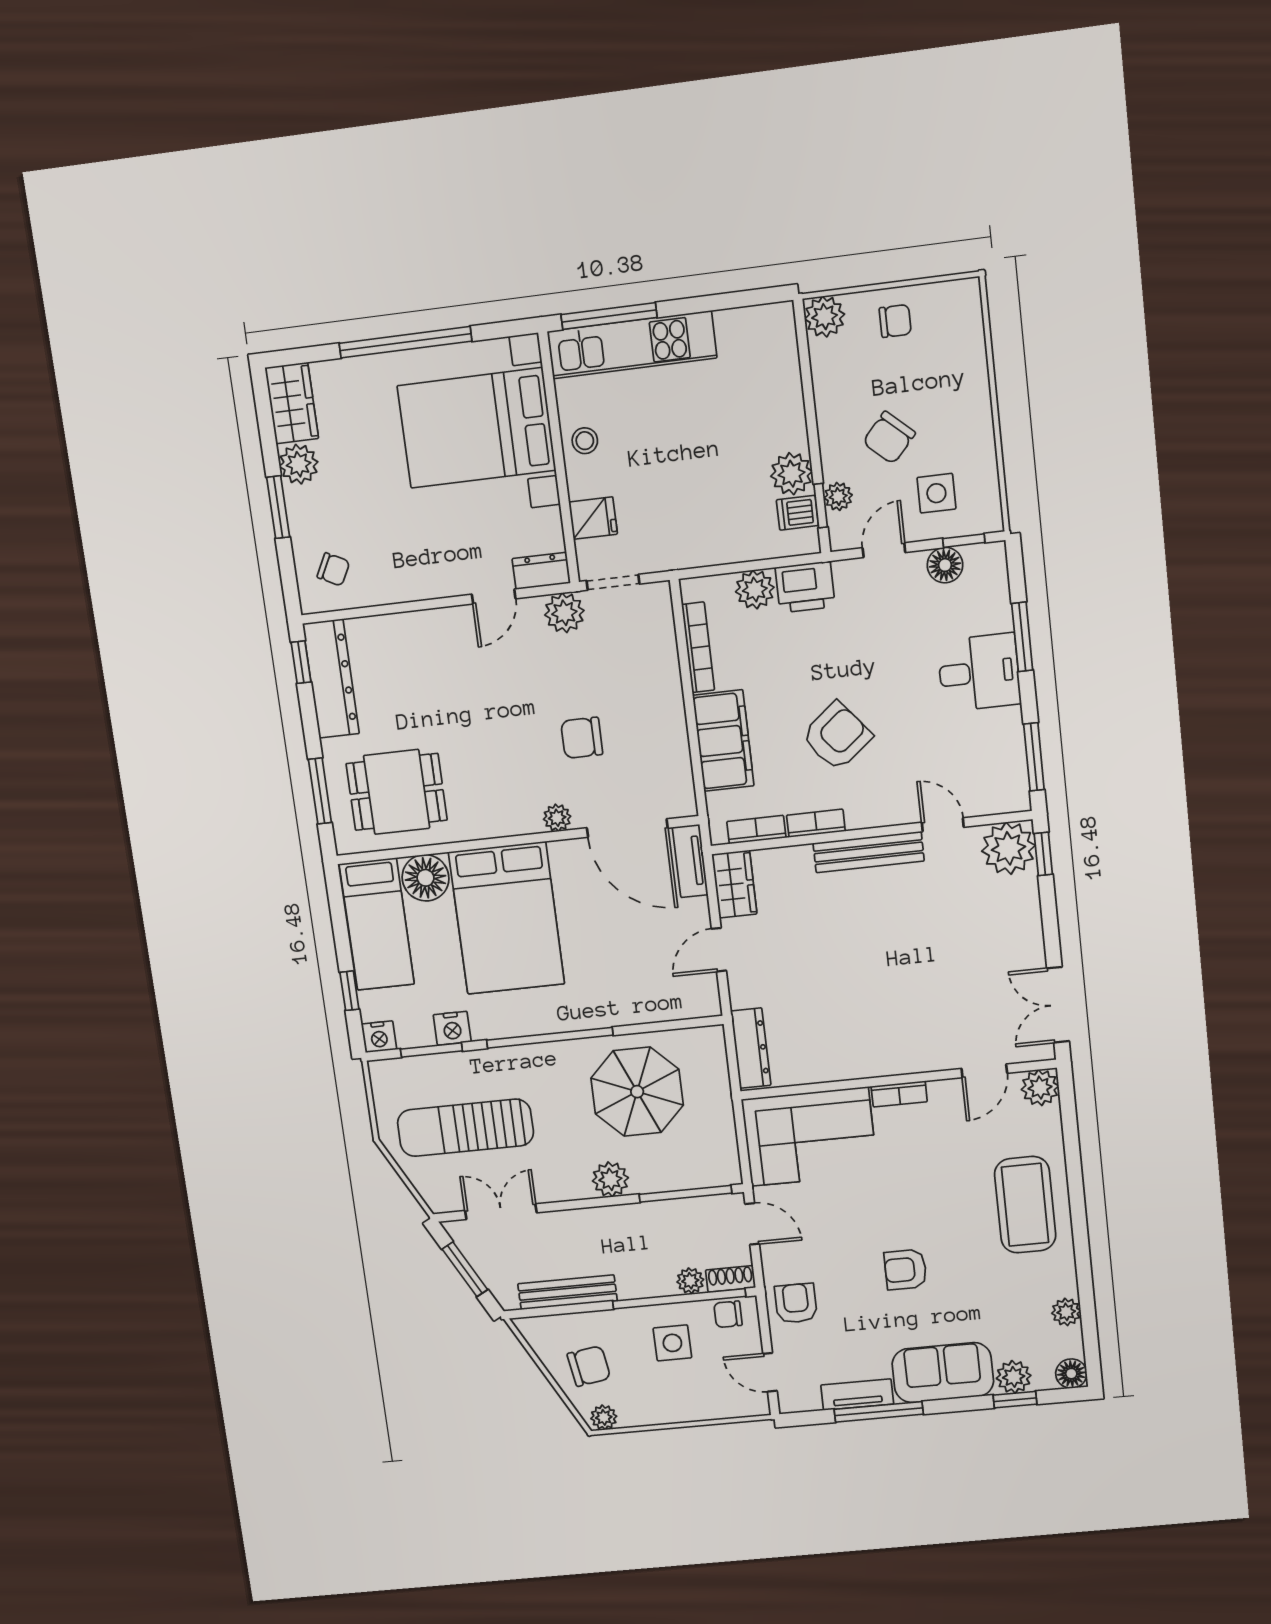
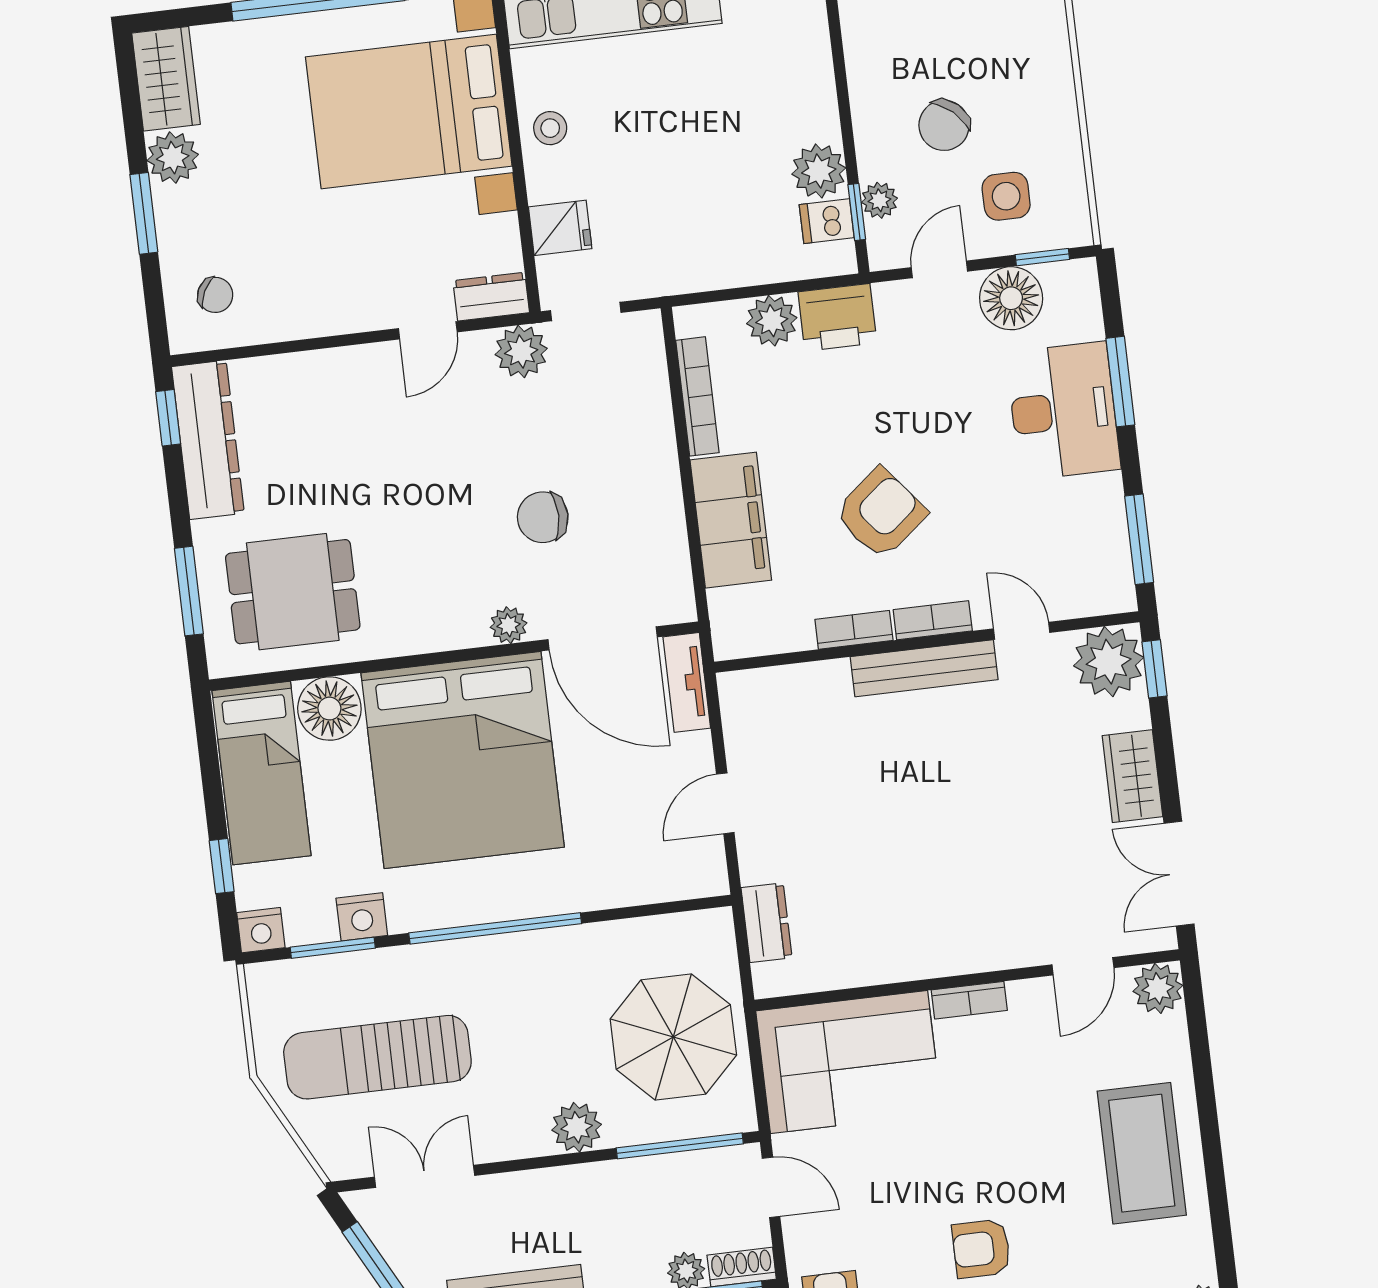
floor lamp: (945, 565) -> (1011, 298), width x1.38, depth x1.38
desk: (979, 672) -> (1063, 411), width x1.37
bookcase: (756, 830) -> (933, 620), moved
wardrobe: (734, 884) -> (1132, 776), moved, turned 180
bed: (507, 918) -> (463, 760), width x1.36
dresser: (751, 1048) -> (767, 923), width x0.70
parasol: (637, 1092) -> (673, 1037), moved

